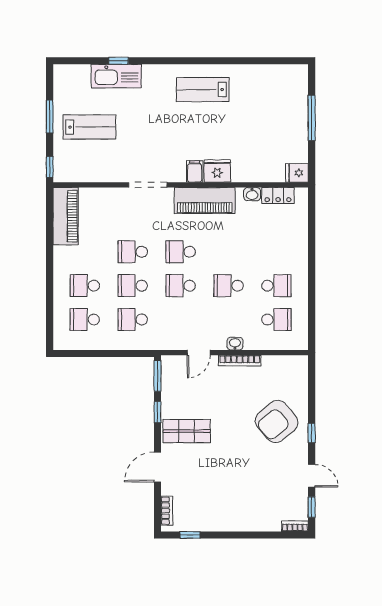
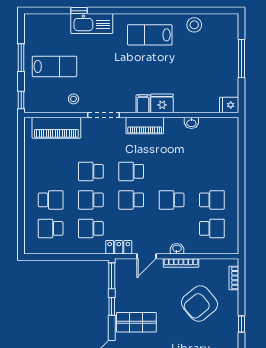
kitchen sink: (116, 76) -> (92, 24), moved
stool: (255, 78) -> (194, 25), added
stool: (112, 166) -> (73, 99), added
locker: (278, 196) -> (119, 247), moved, turned 180
piano: (205, 201) -> (145, 126), width x0.73, depth x0.75
piano: (66, 216) -> (56, 128), moved, turned 90
school desk: (85, 286) -> (51, 200), turned 180
bookcase: (303, 378) -> (234, 278), added
armchair: (277, 422) -> (199, 304), moved

